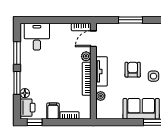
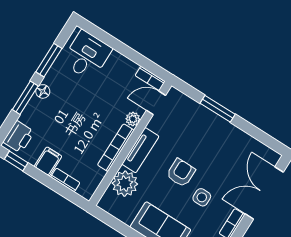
floor lamp: (25, 93) -> (43, 91), moved
plant: (101, 96) -> (125, 184), width x1.87, depth x1.87

